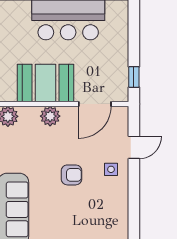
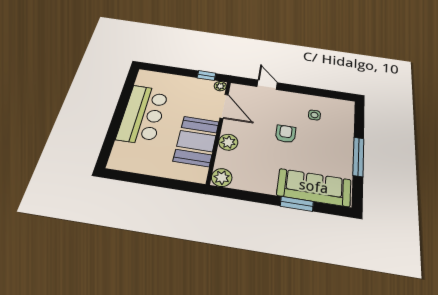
plant: (122, 95) -> (220, 86), added
side table: (111, 169) -> (314, 115), moved

